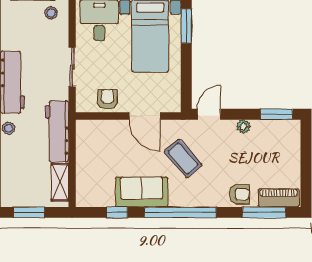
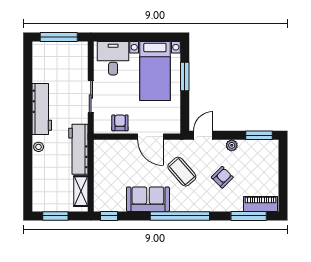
stool: (51, 13) -> (74, 52), removed
window: (186, 26) -> (185, 76), moved
armchair: (239, 194) -> (222, 177), moved, turned -45
window: (117, 212) -> (109, 216), moved

